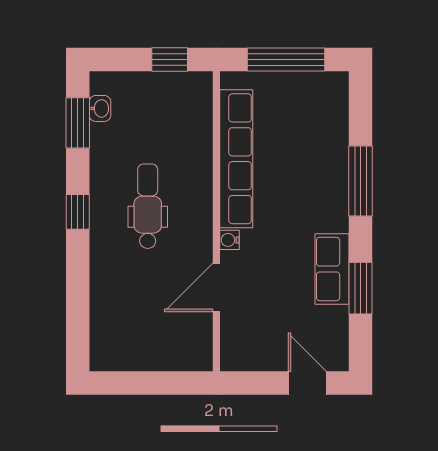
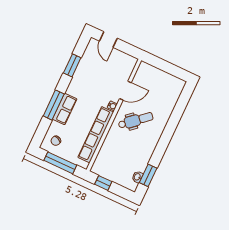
chair: (319, 104) -> (56, 141), added
dental chair: (148, 206) -> (136, 120), moved, turned -131
window: (78, 212) -> (164, 143), removed
row of seats: (332, 269) -> (65, 109), moved

